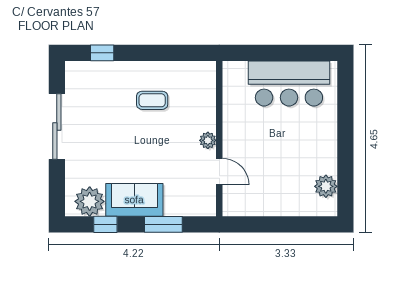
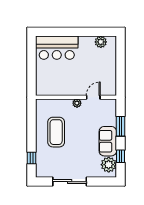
bar counter: (289, 84) -> (57, 48), moved, turned 90
coffee table: (152, 100) -> (56, 132), width x1.86, depth x1.72

